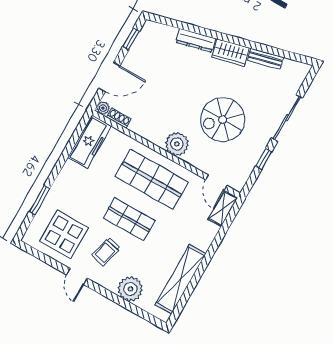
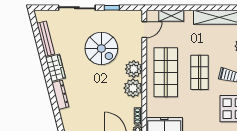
bench: (266, 59) -> (46, 39), width x1.36
plant: (155, 130) -> (133, 88), added
shelving: (223, 209) -> (171, 16), moved

